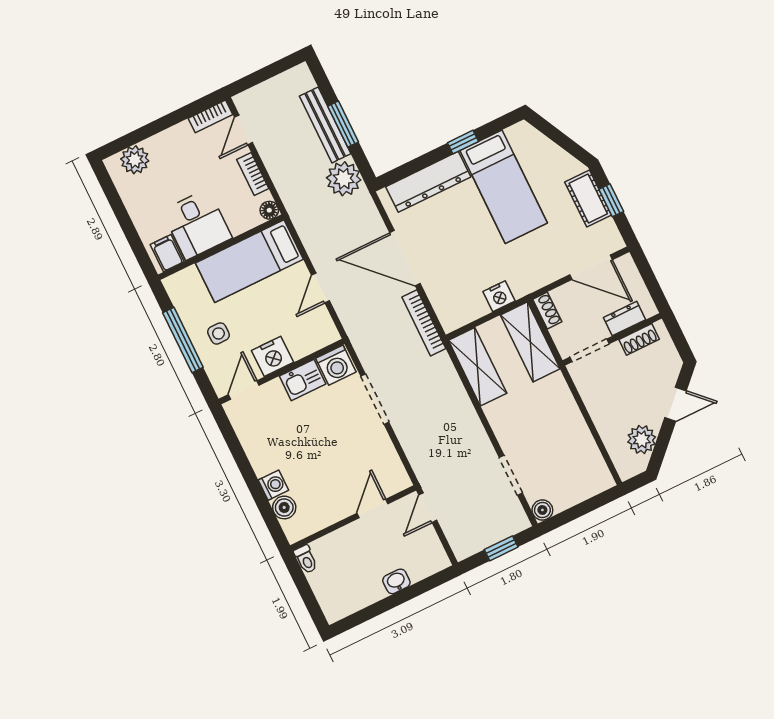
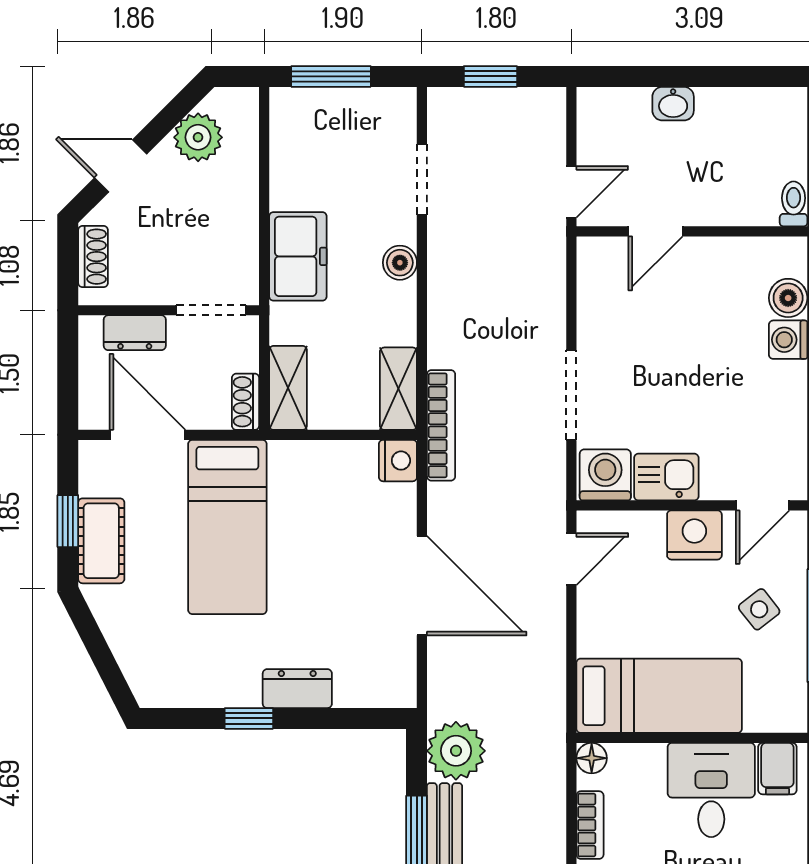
dresser: (428, 182) -> (297, 689), width x0.51, depth x0.80
bed: (504, 187) -> (227, 527), moved, turned 180
door: (321, 288) -> (571, 559), moved
nightstand: (499, 296) -> (398, 461), moved, turned 90
bookcase: (424, 323) -> (441, 425), moved
side table: (218, 333) -> (759, 609), turned -38
shoe rack: (639, 339) -> (93, 257), moved, turned 90
shelving: (530, 342) -> (288, 388), width x0.67, depth x0.75
shelving: (478, 367) -> (398, 389), width x0.67, depth x0.75
freezer: (557, 402) -> (298, 256), added
window: (586, 507) -> (331, 76), added
boiler: (542, 510) -> (400, 263), moved

